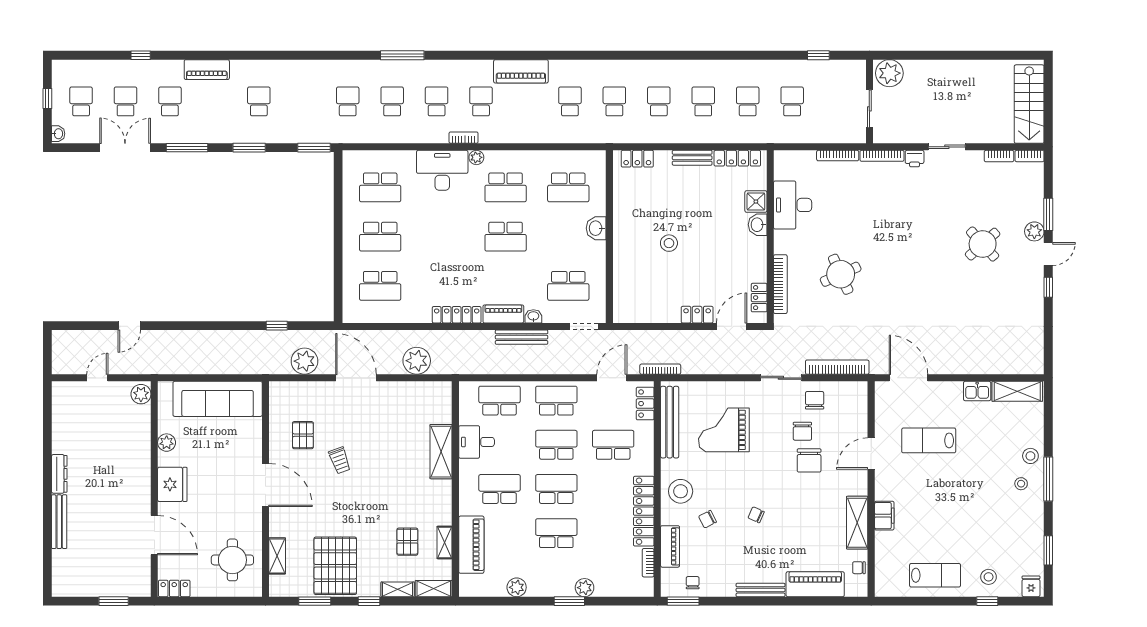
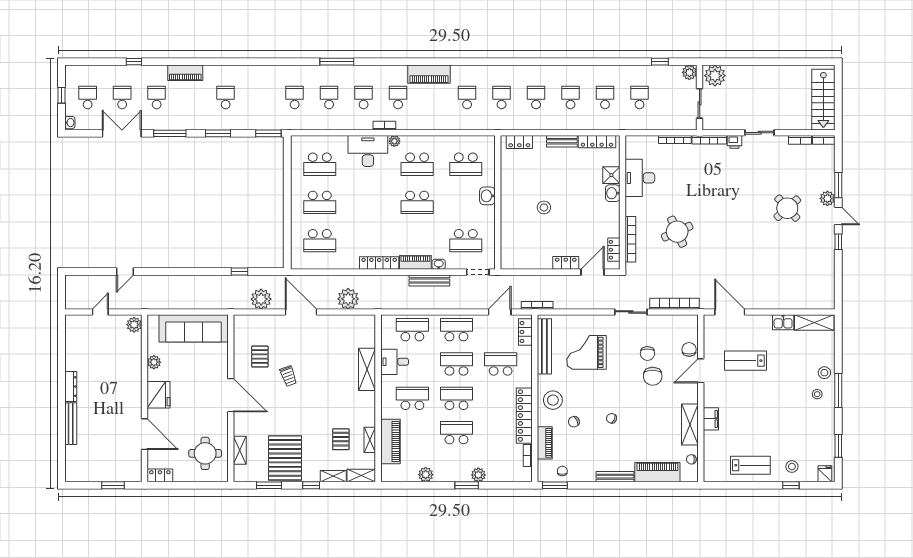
plant: (857, 69) -> (689, 72), added
door: (1048, 254) -> (838, 216), hinge flipped
chair: (815, 400) -> (689, 349), moved

